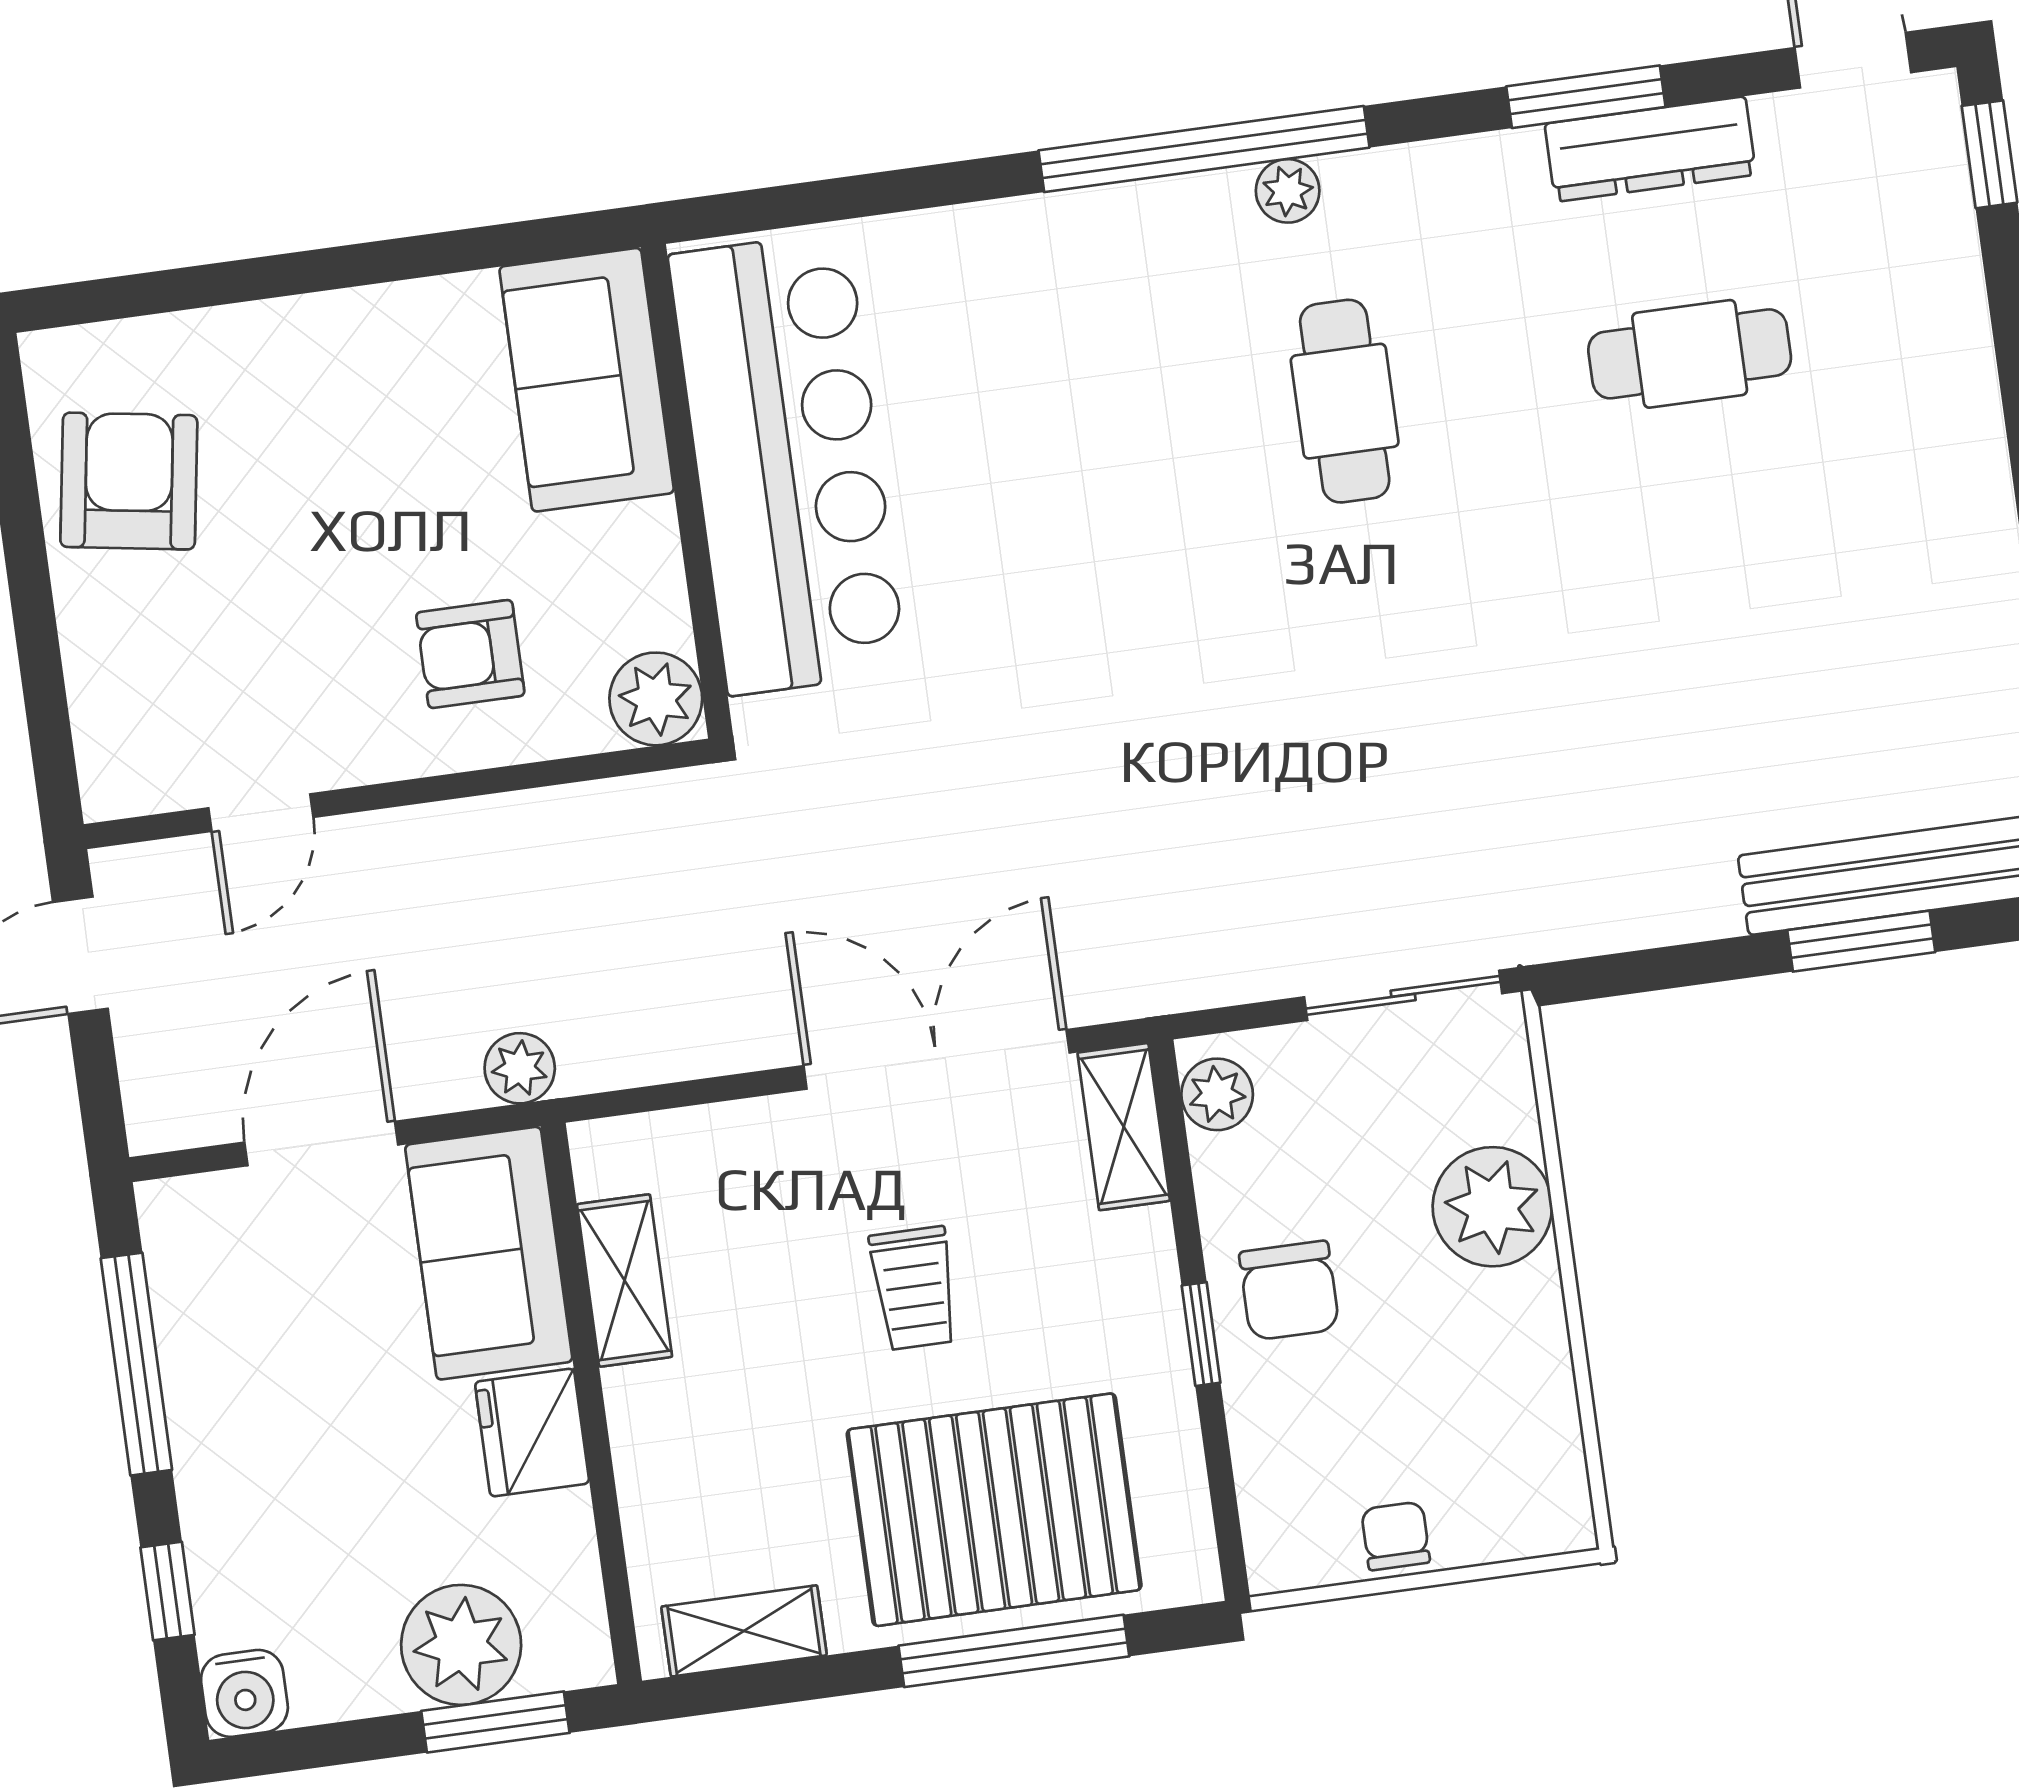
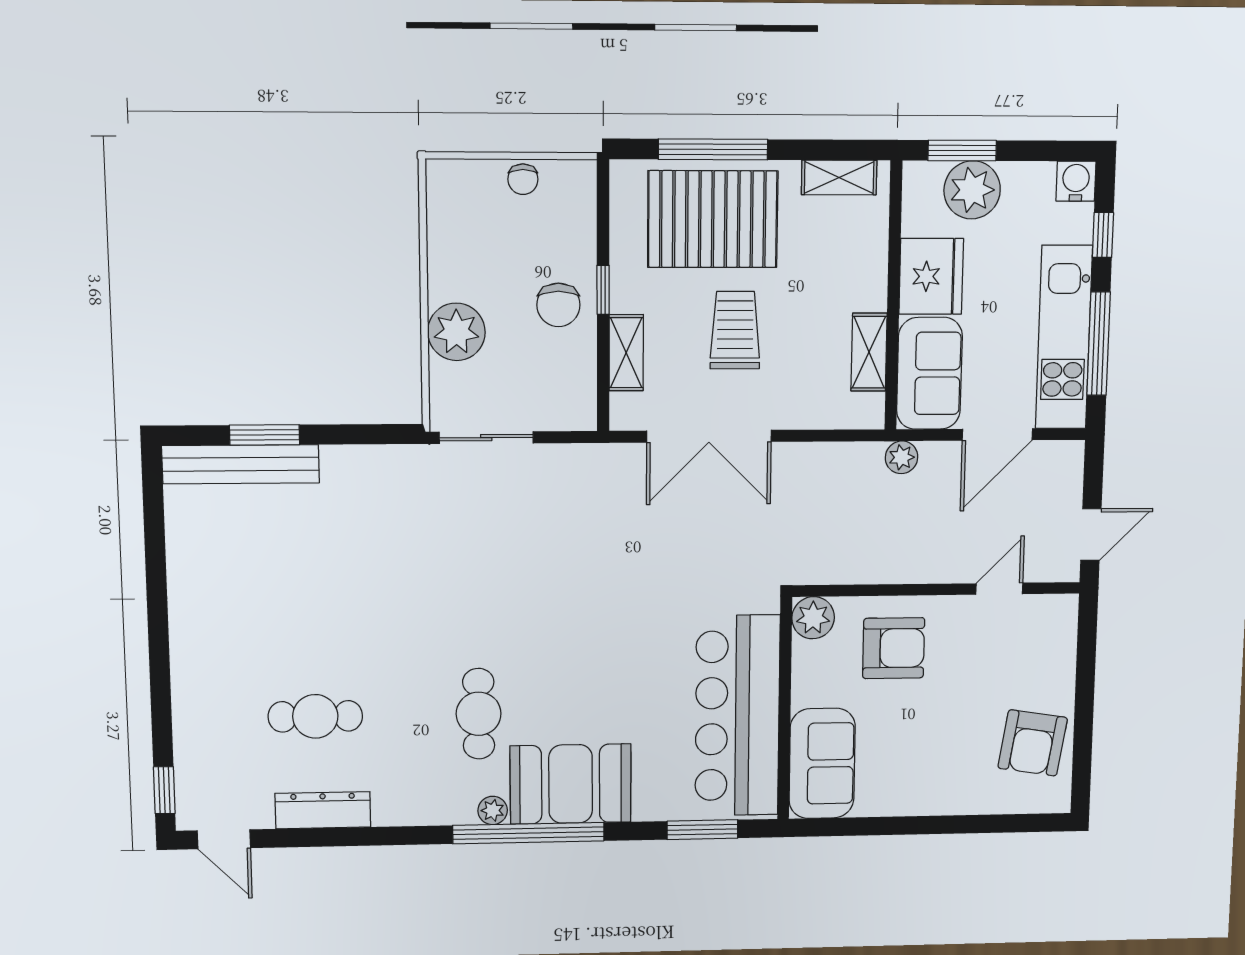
window: (1586, 97) -> (702, 830), moved
booth: (1127, 269) -> (571, 784), added
armchair: (470, 654) -> (894, 648), width x1.38, depth x1.38
plant: (1217, 1094) -> (580, 403), removed
shelving: (1124, 1127) -> (626, 353), moved
trolley: (914, 1288) -> (735, 330), width x1.36, depth x1.39
chair: (1289, 1291) -> (558, 305), turned 180
kitchen unit: (213, 1367) -> (1064, 337), added
fridge: (532, 1433) -> (931, 276), width x1.36, depth x1.34

